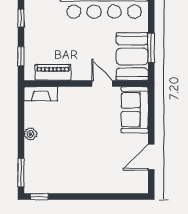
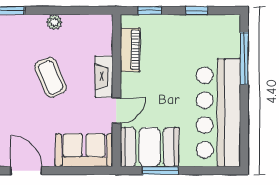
fireplace: (41, 94) -> (104, 77), moved
coffee table: (75, 137) -> (51, 77), added

